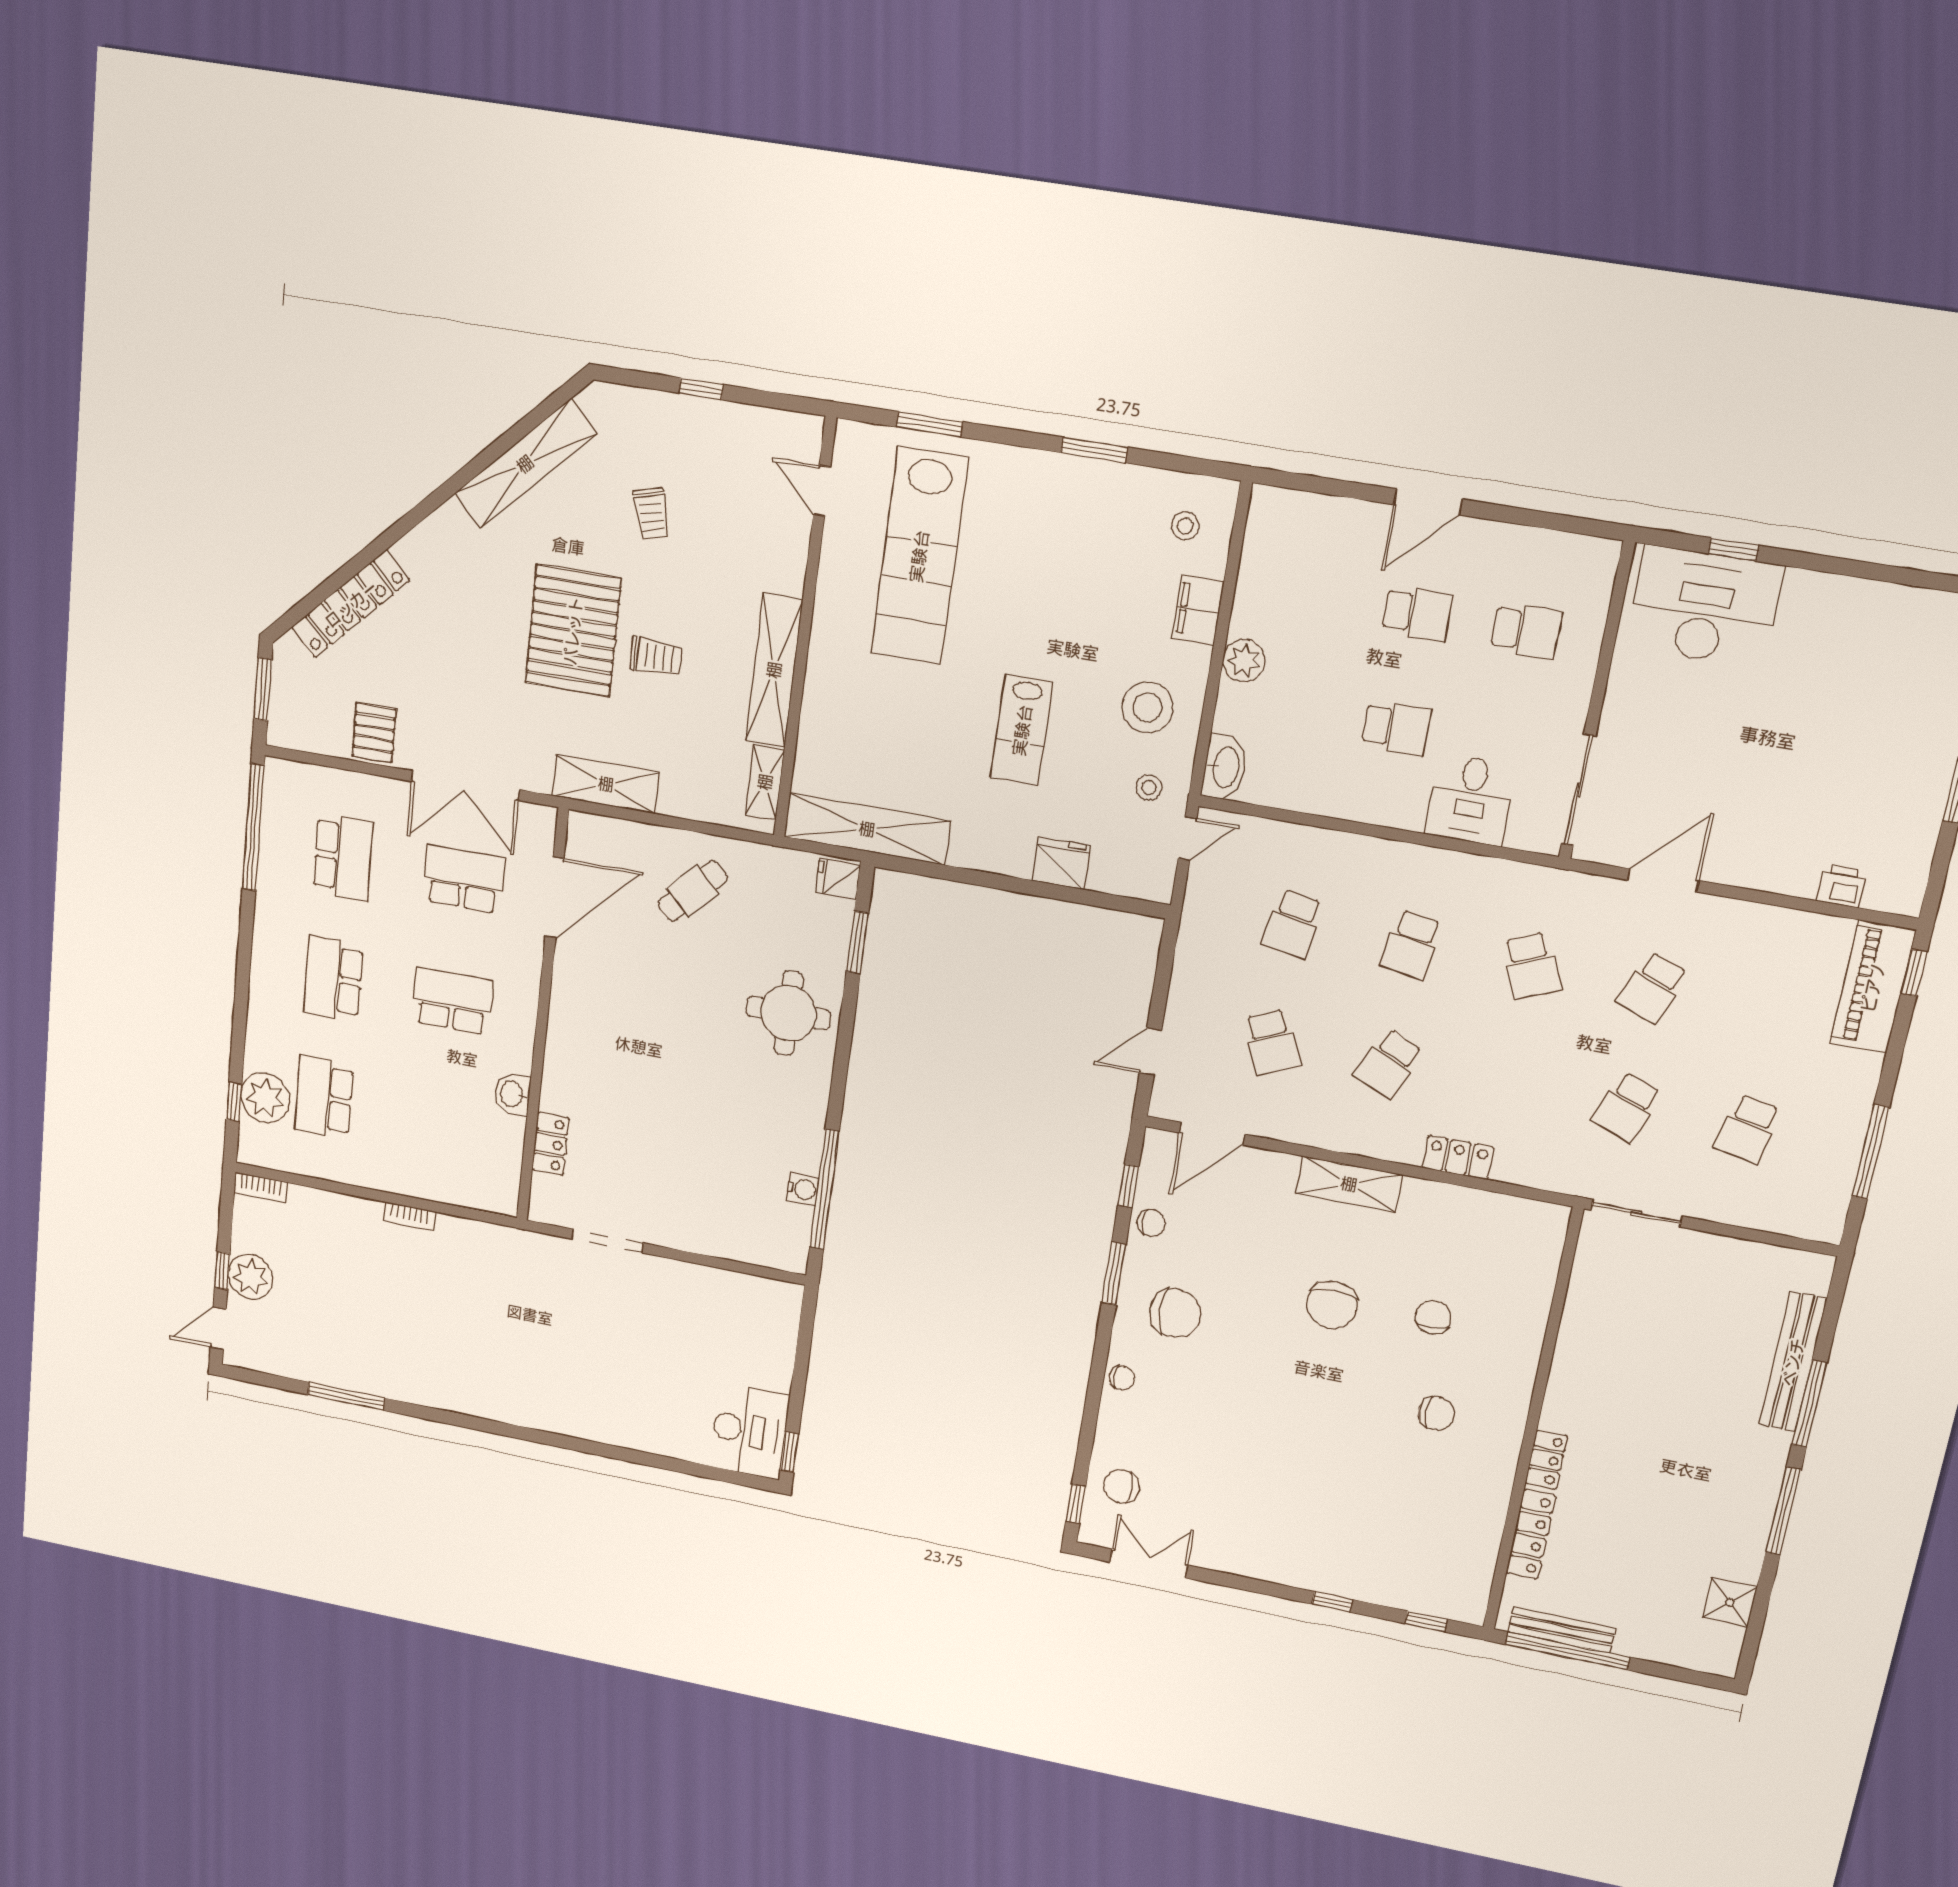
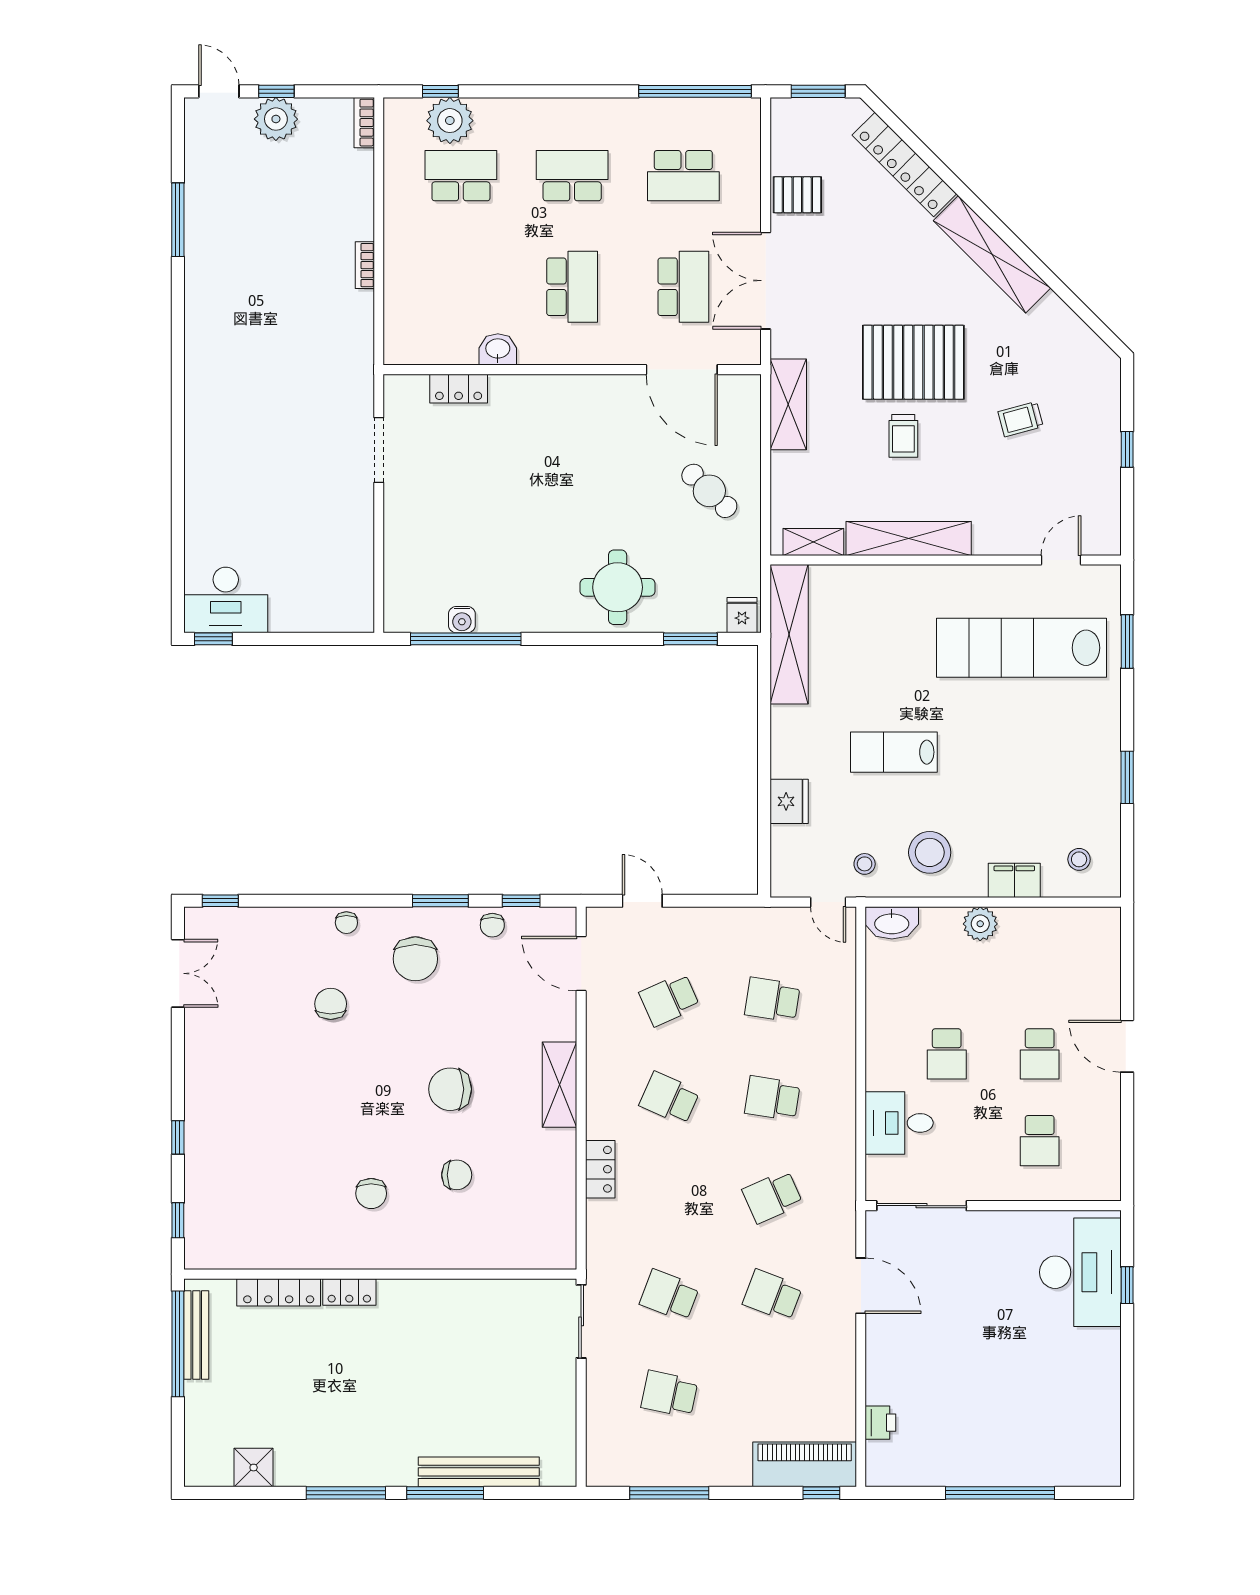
shelving: (525, 464) -> (992, 254), moved
chair: (1121, 1486) -> (331, 1004), moved

